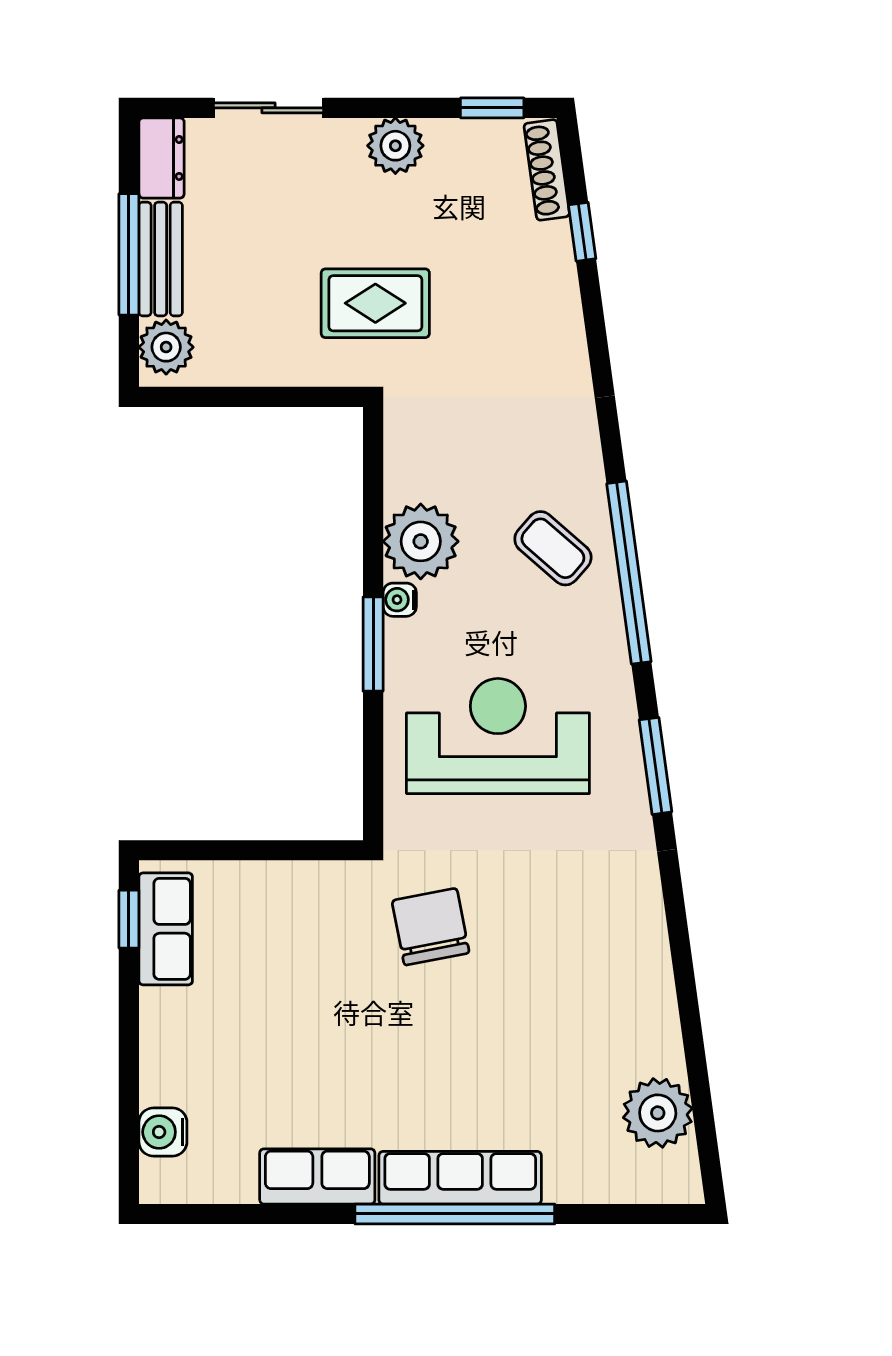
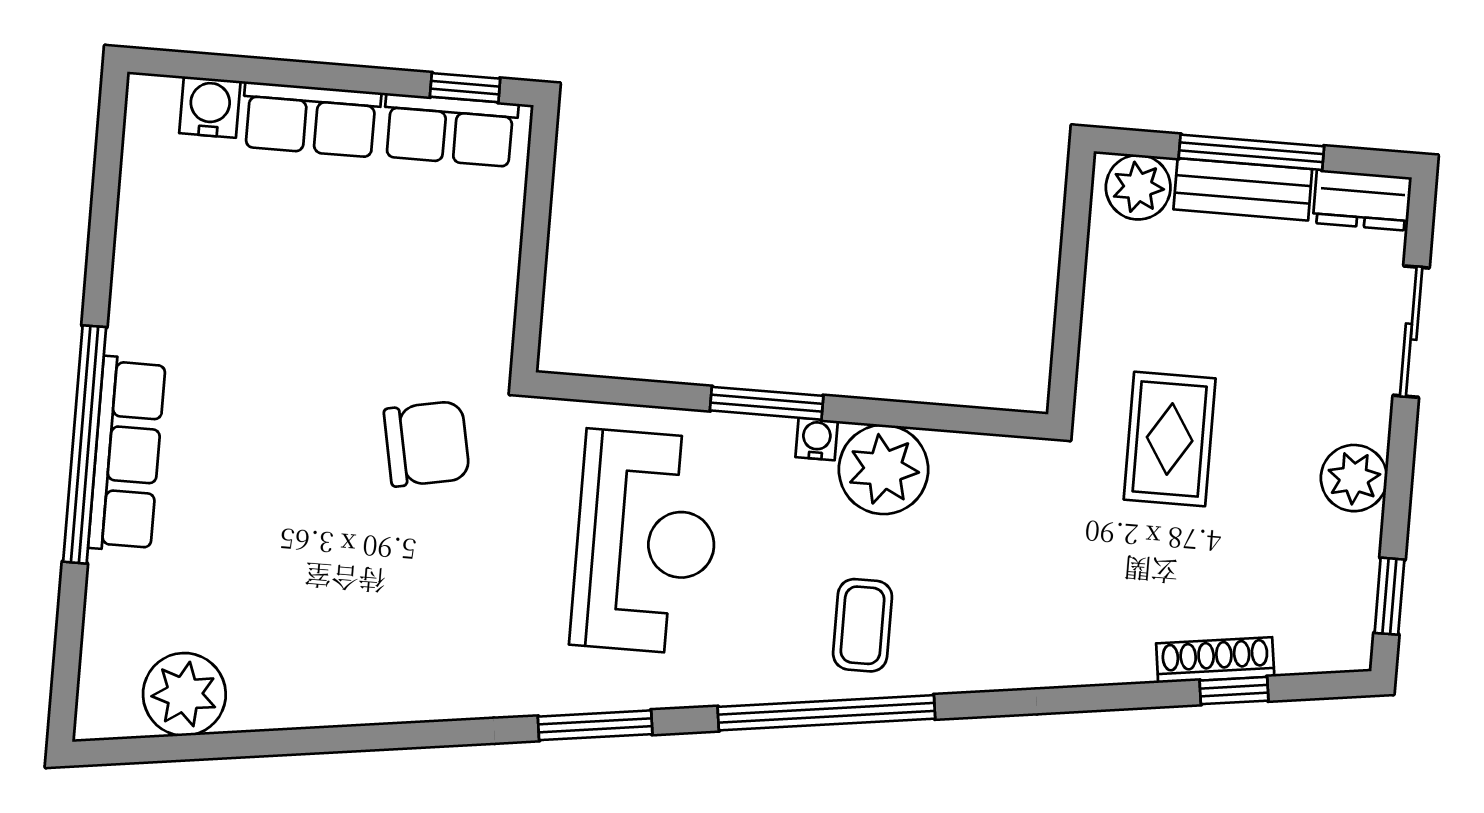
shoe rack: (547, 170) -> (1215, 660), moved
coffee table: (553, 548) -> (863, 625), turned -41
row of seats: (317, 1176) -> (311, 120), moved, turned 90

